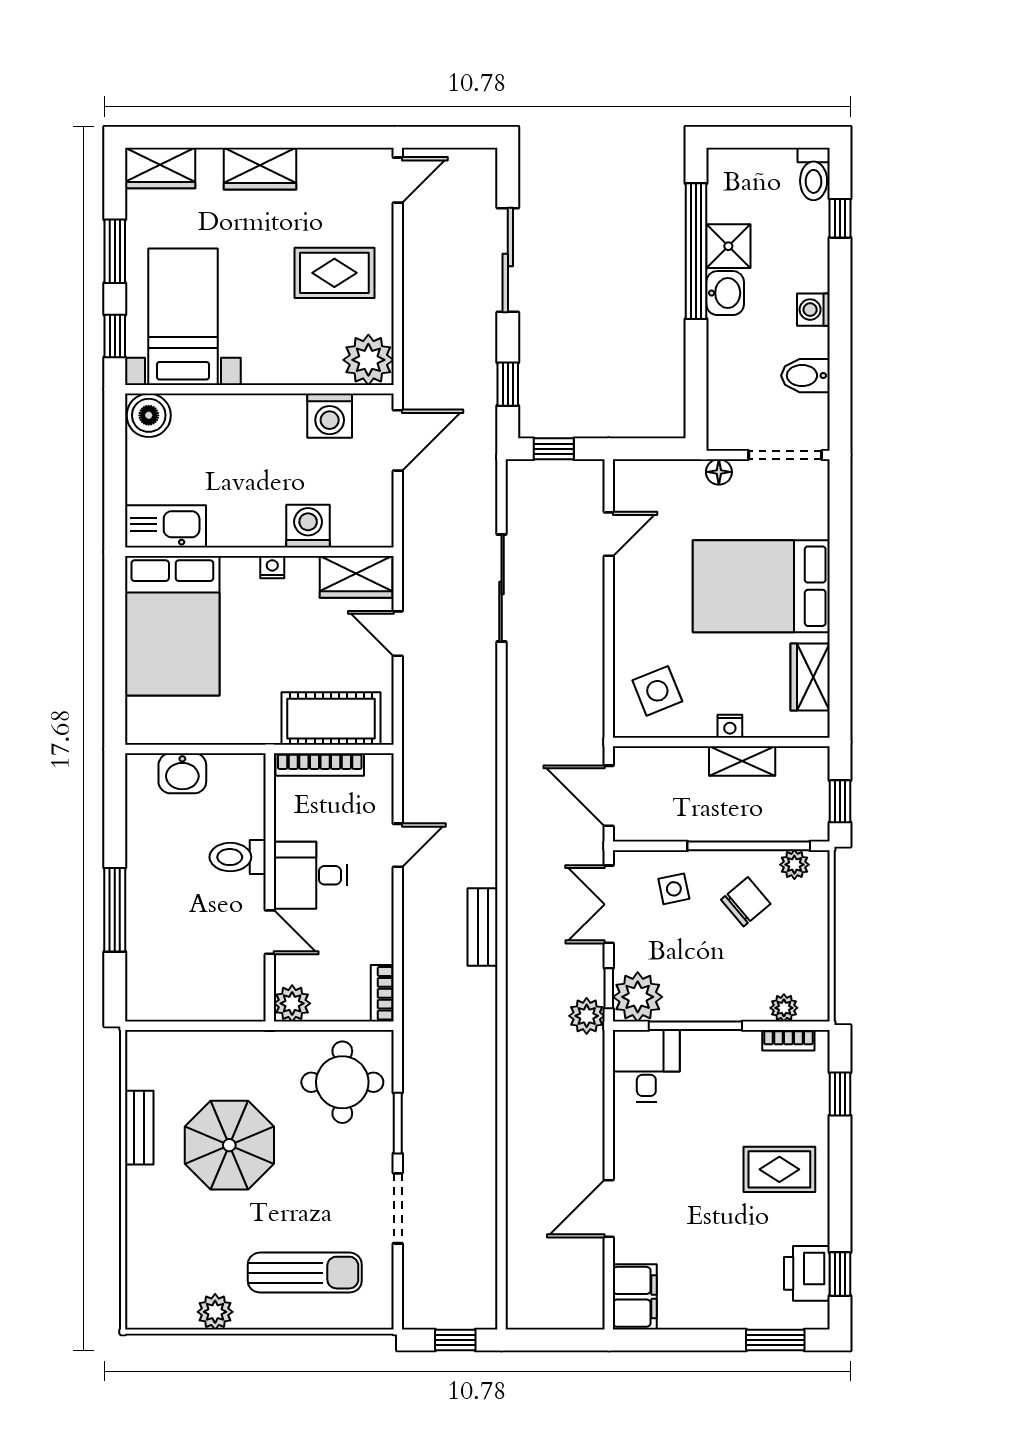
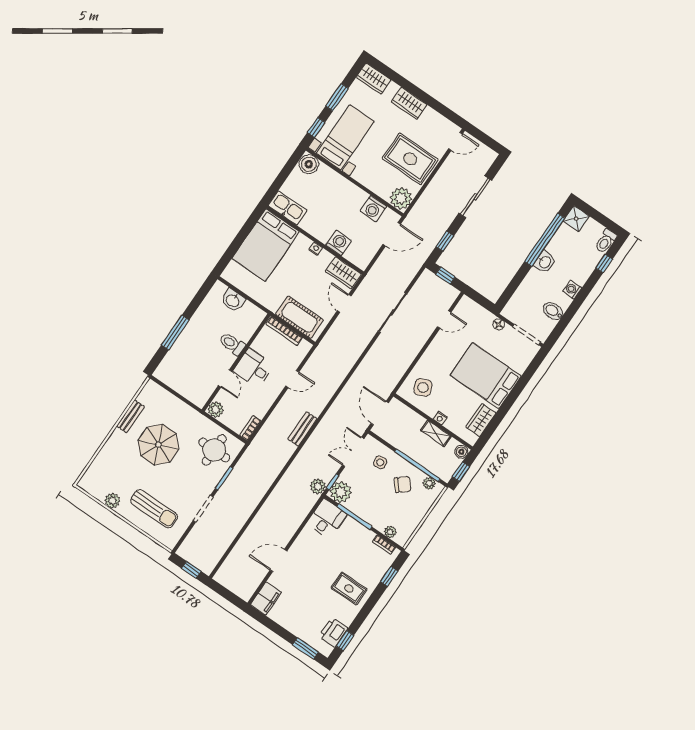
shower: (728, 246) -> (576, 219), moved
rug: (334, 273) -> (410, 159), width x1.36, depth x1.43
boiler: (815, 763) -> (461, 452), added

